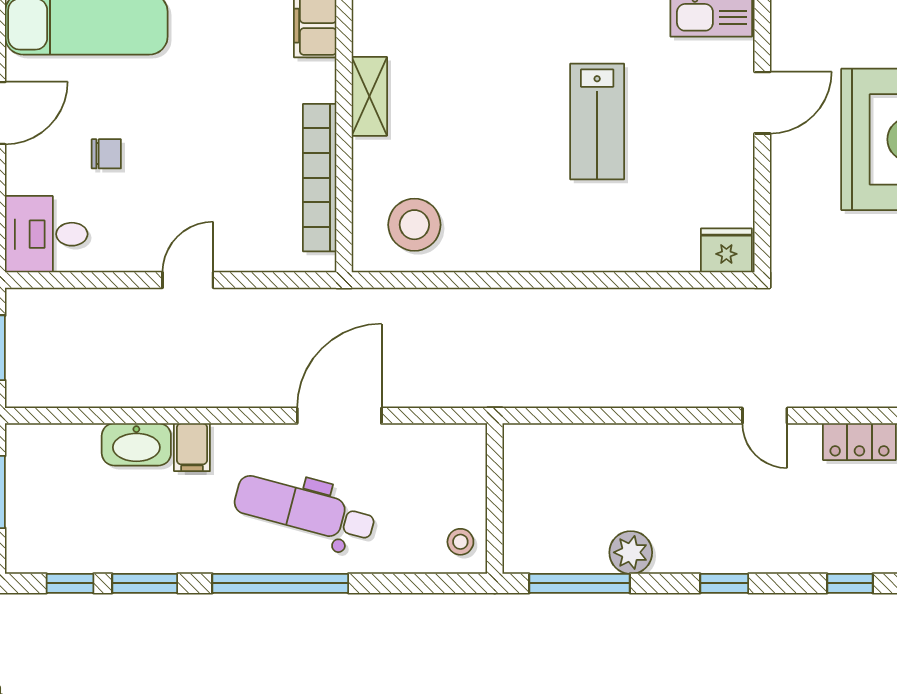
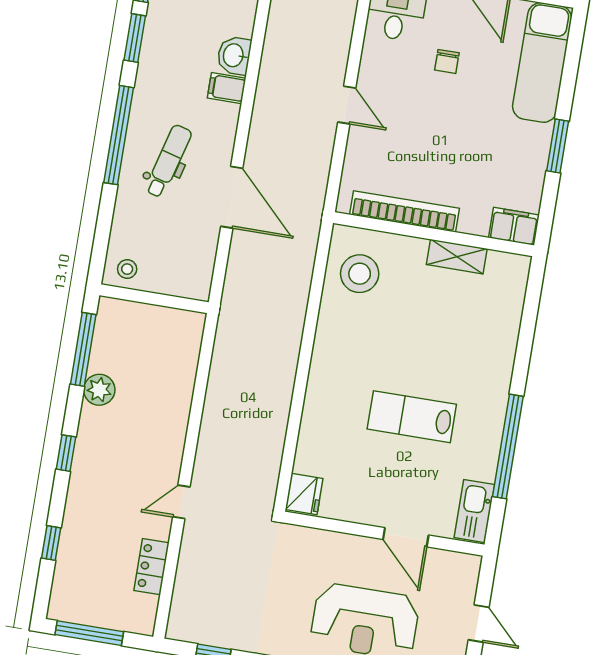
washbasin: (136, 444) -> (234, 55), width x0.72
dental chair: (305, 510) -> (168, 161), width x0.73, depth x0.72

